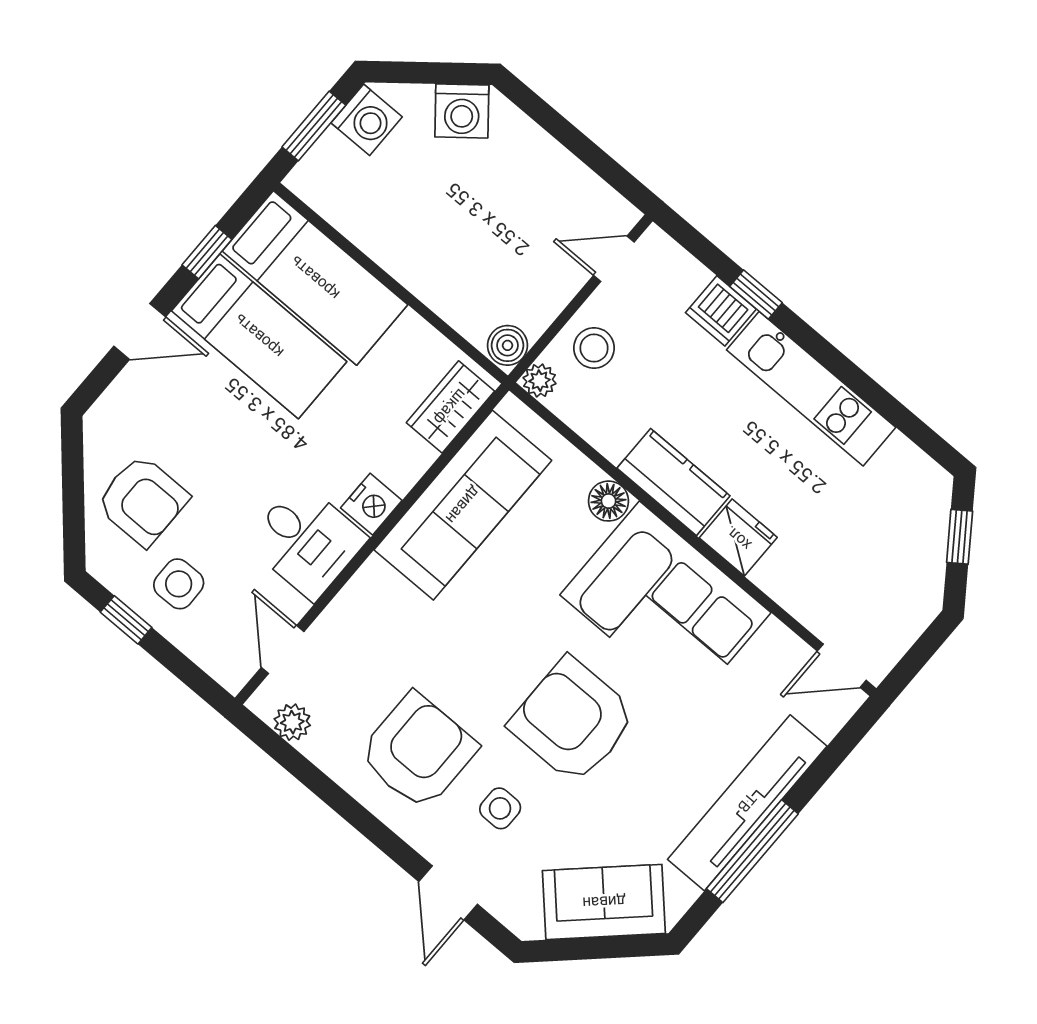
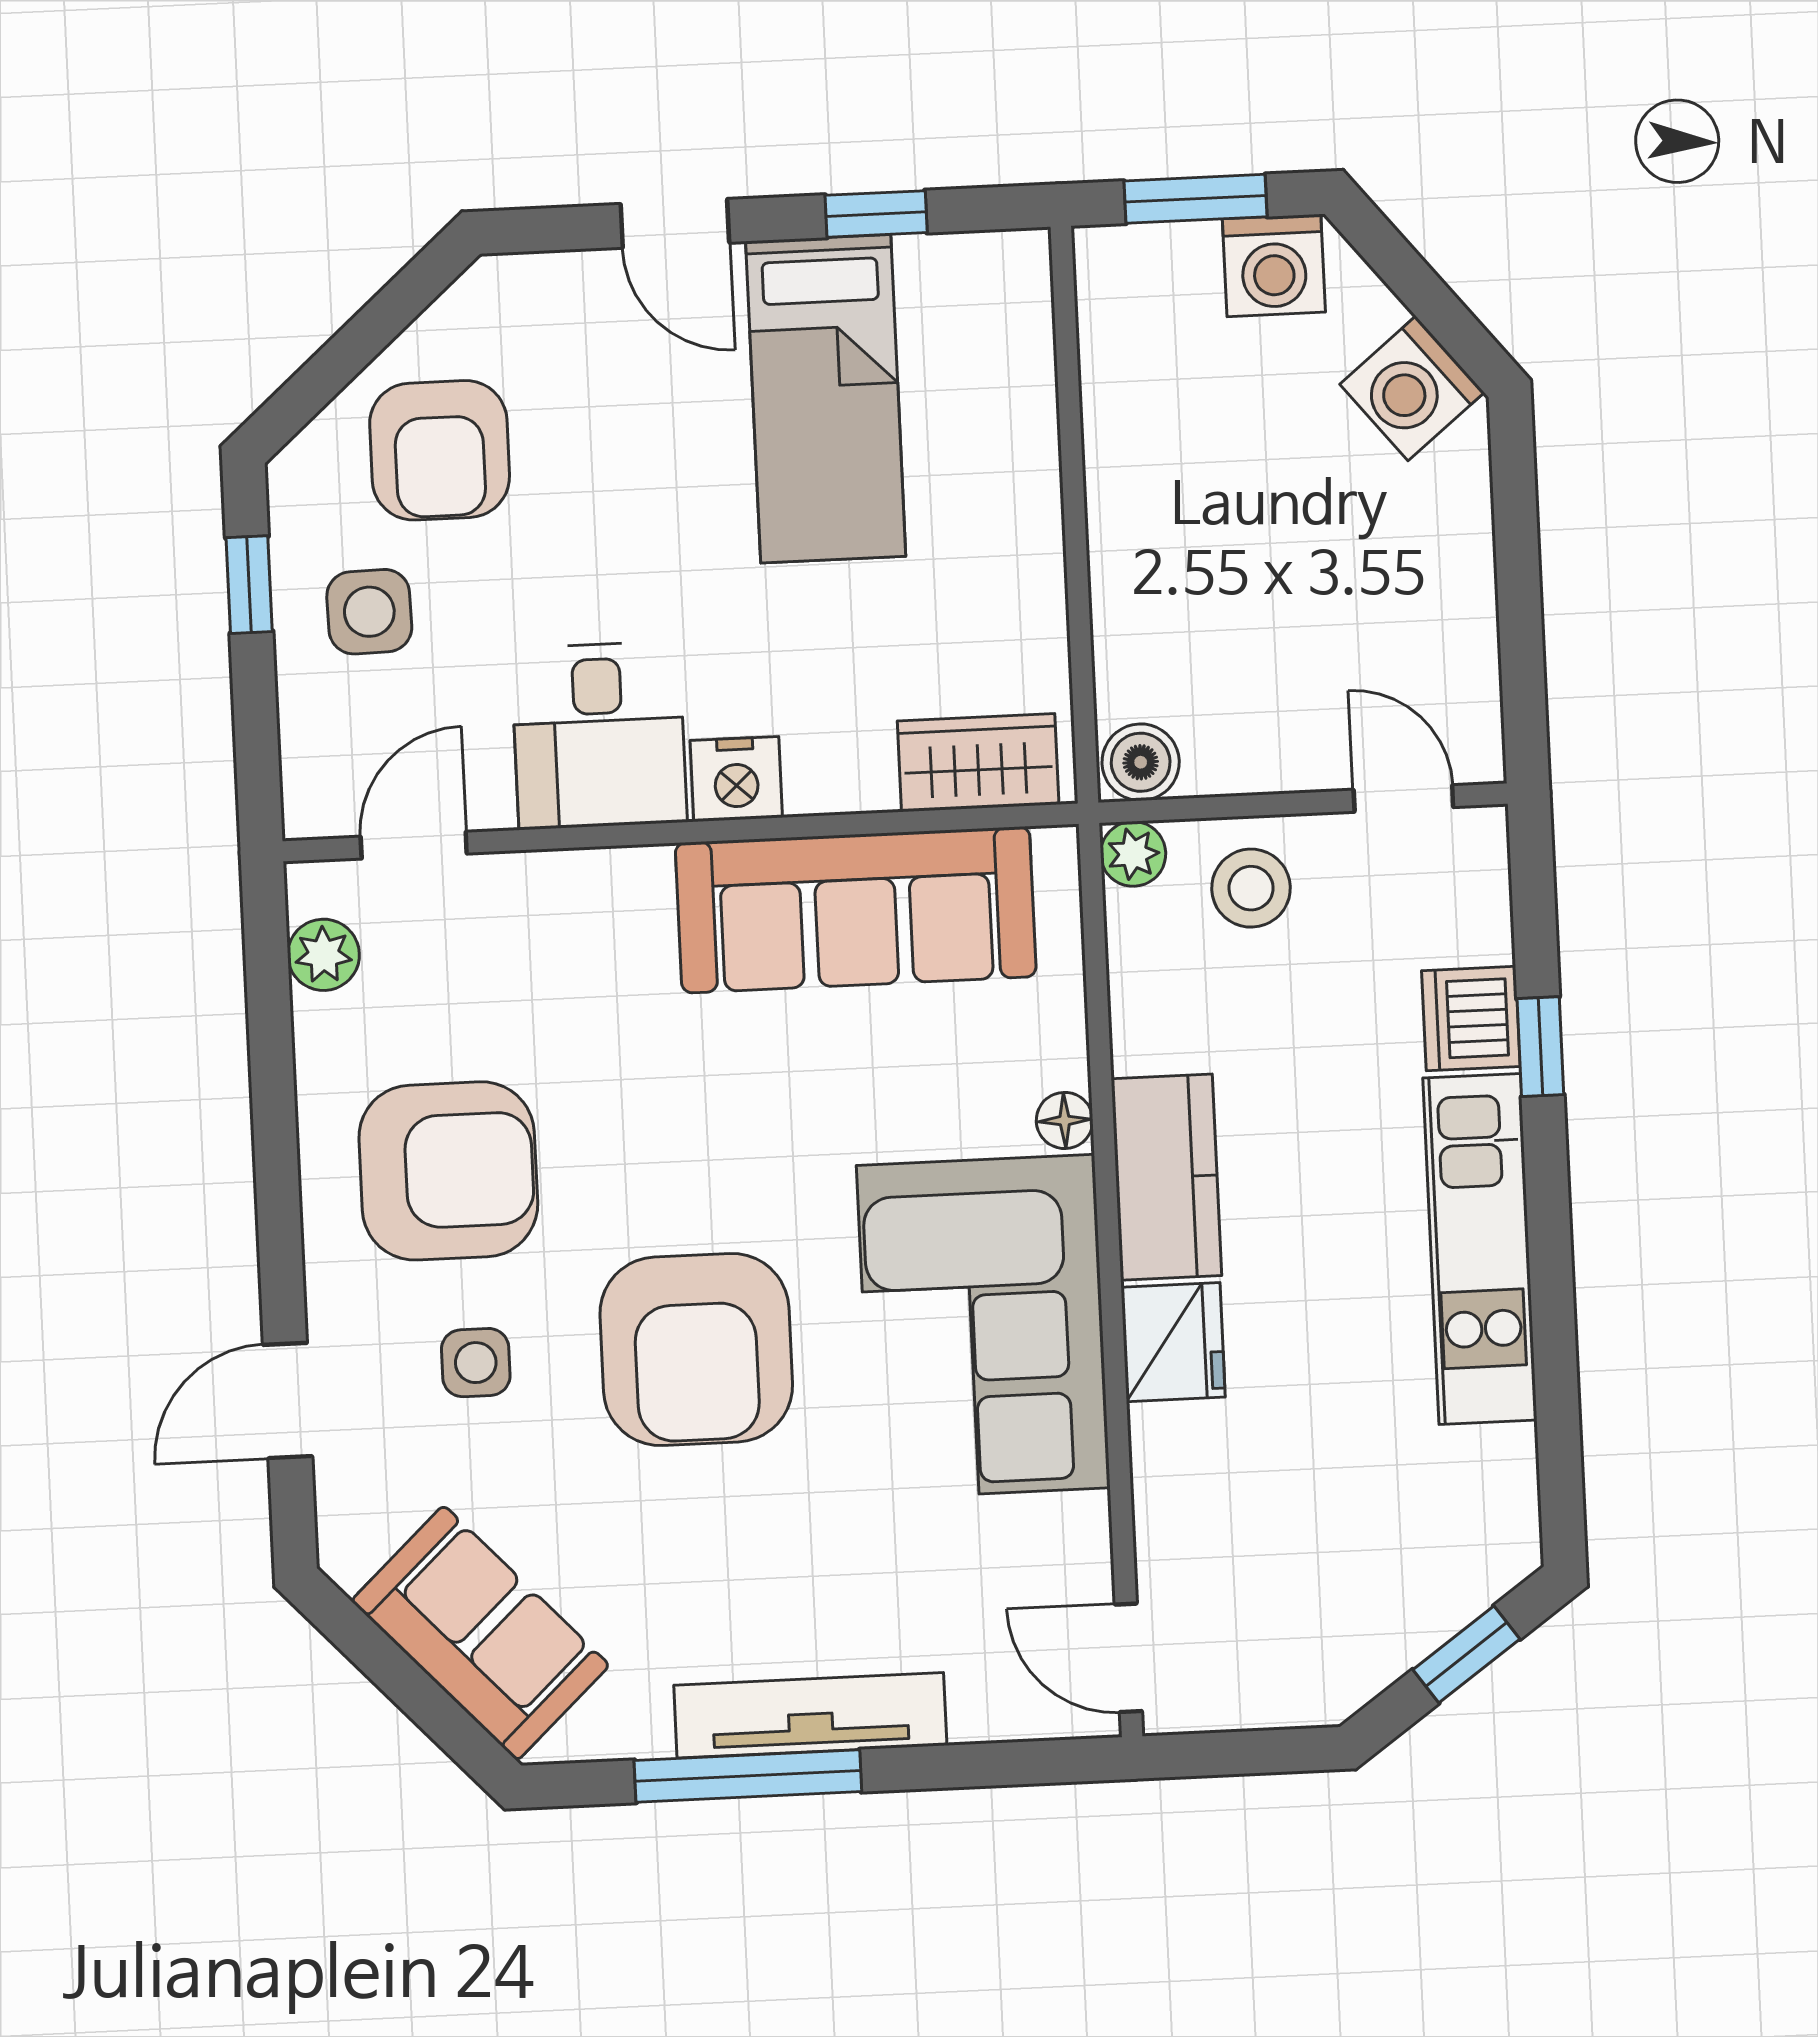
bed: (315, 278) -> (982, 401), removed
floor lamp: (609, 501) -> (1065, 1120), width x0.73, depth x0.73
armchair: (573, 720) -> (696, 1349), turned 180
tv unit: (747, 803) -> (810, 1715), width x0.73, depth x0.78

